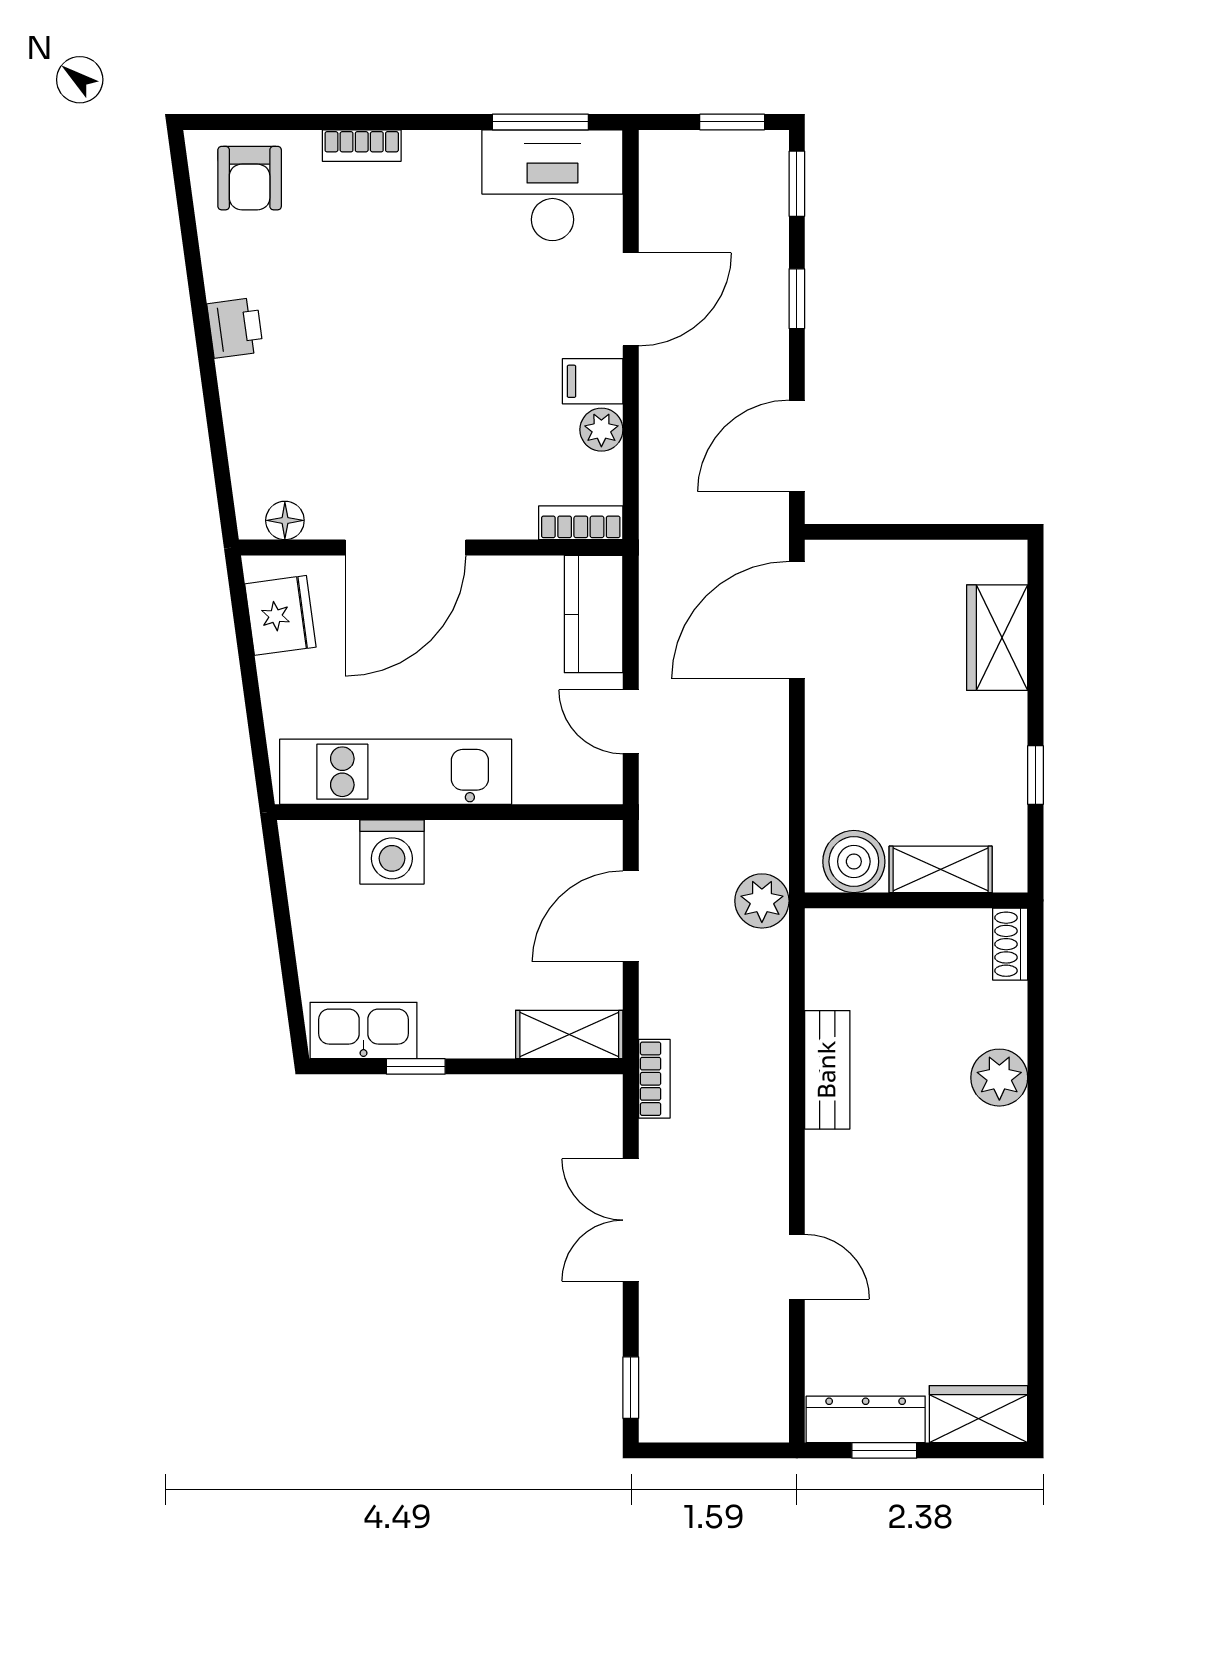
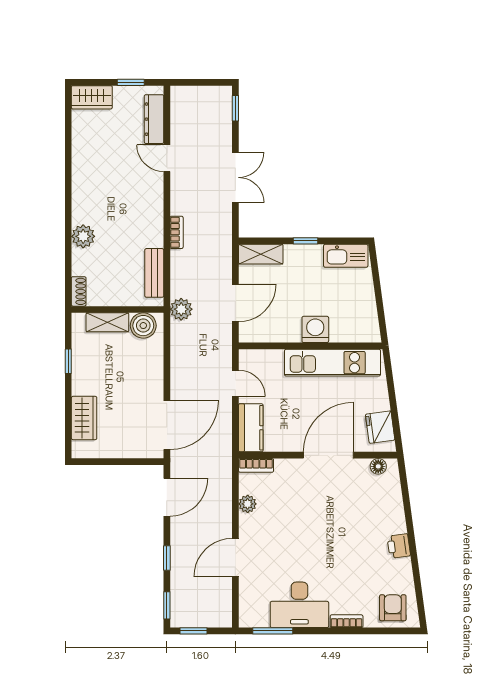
desk: (552, 185) -> (299, 605), moved
filing cabinet: (593, 381) -> (251, 524), removed
washing machine: (392, 852) -> (315, 329), moved
window: (416, 1066) -> (305, 241), moved
bench: (827, 1070) -> (154, 273), moved
bookcase: (654, 1079) -> (177, 232), moved, turned 180
dresser: (866, 1419) -> (154, 119), moved, turned 90

